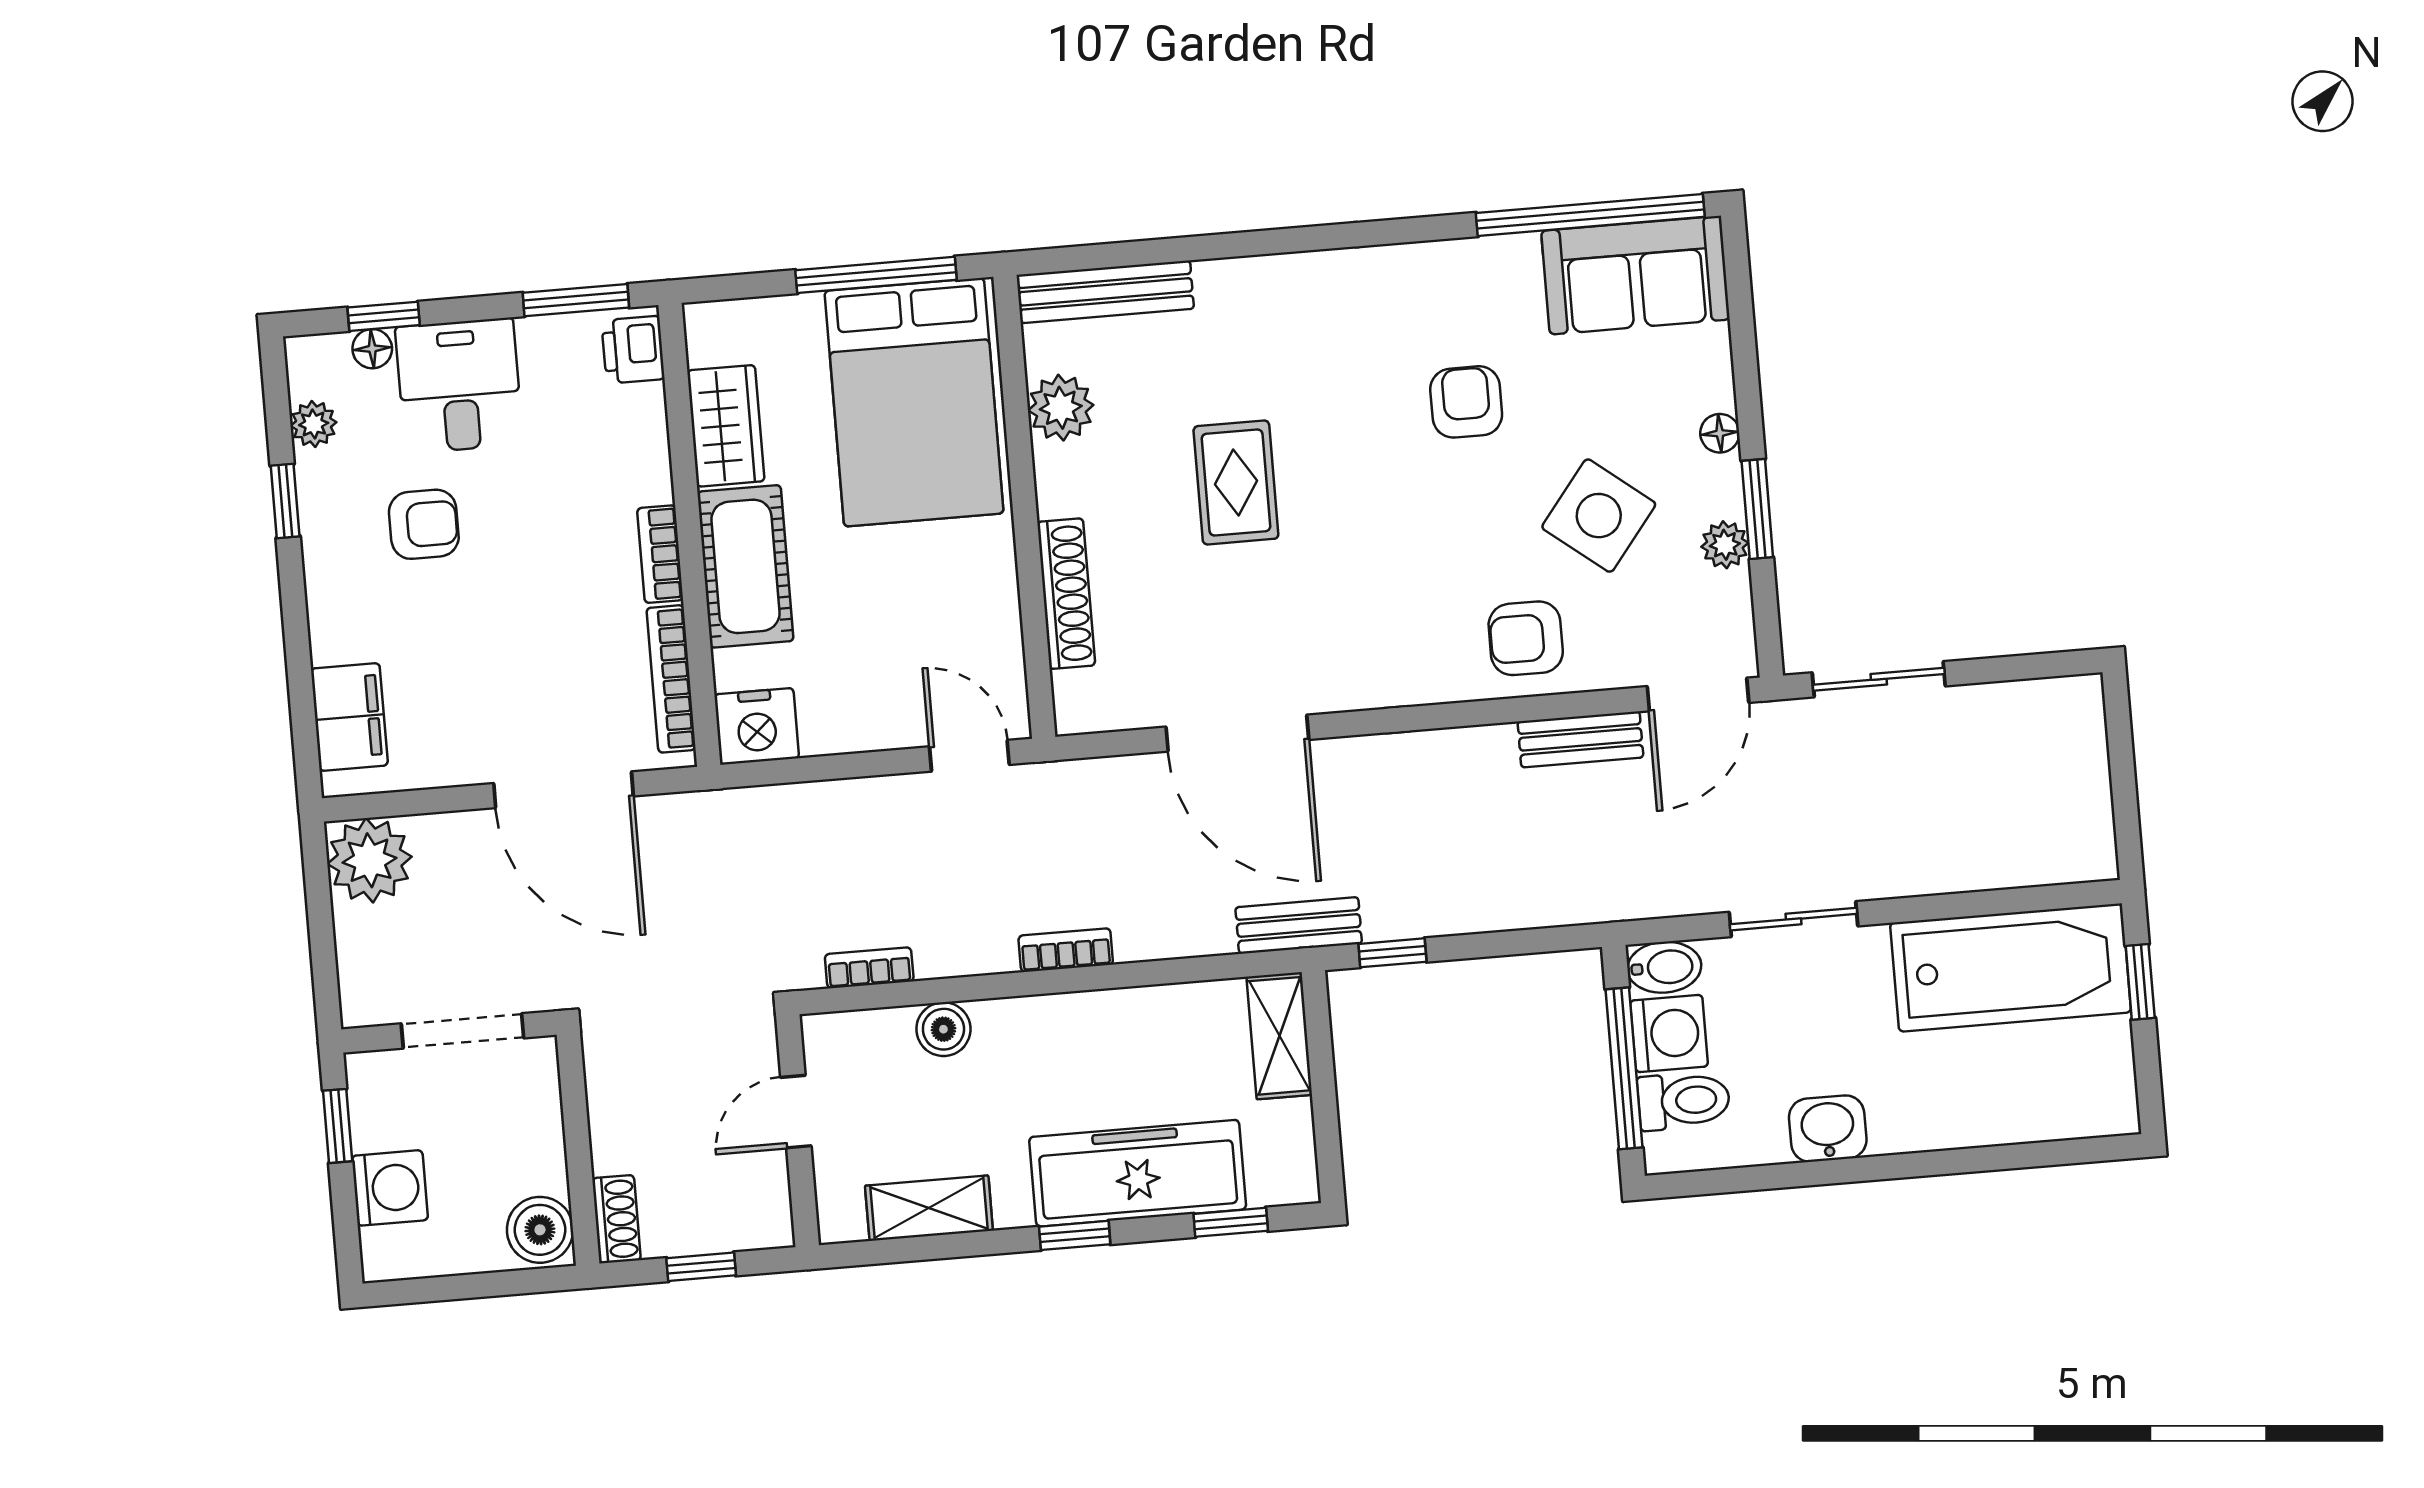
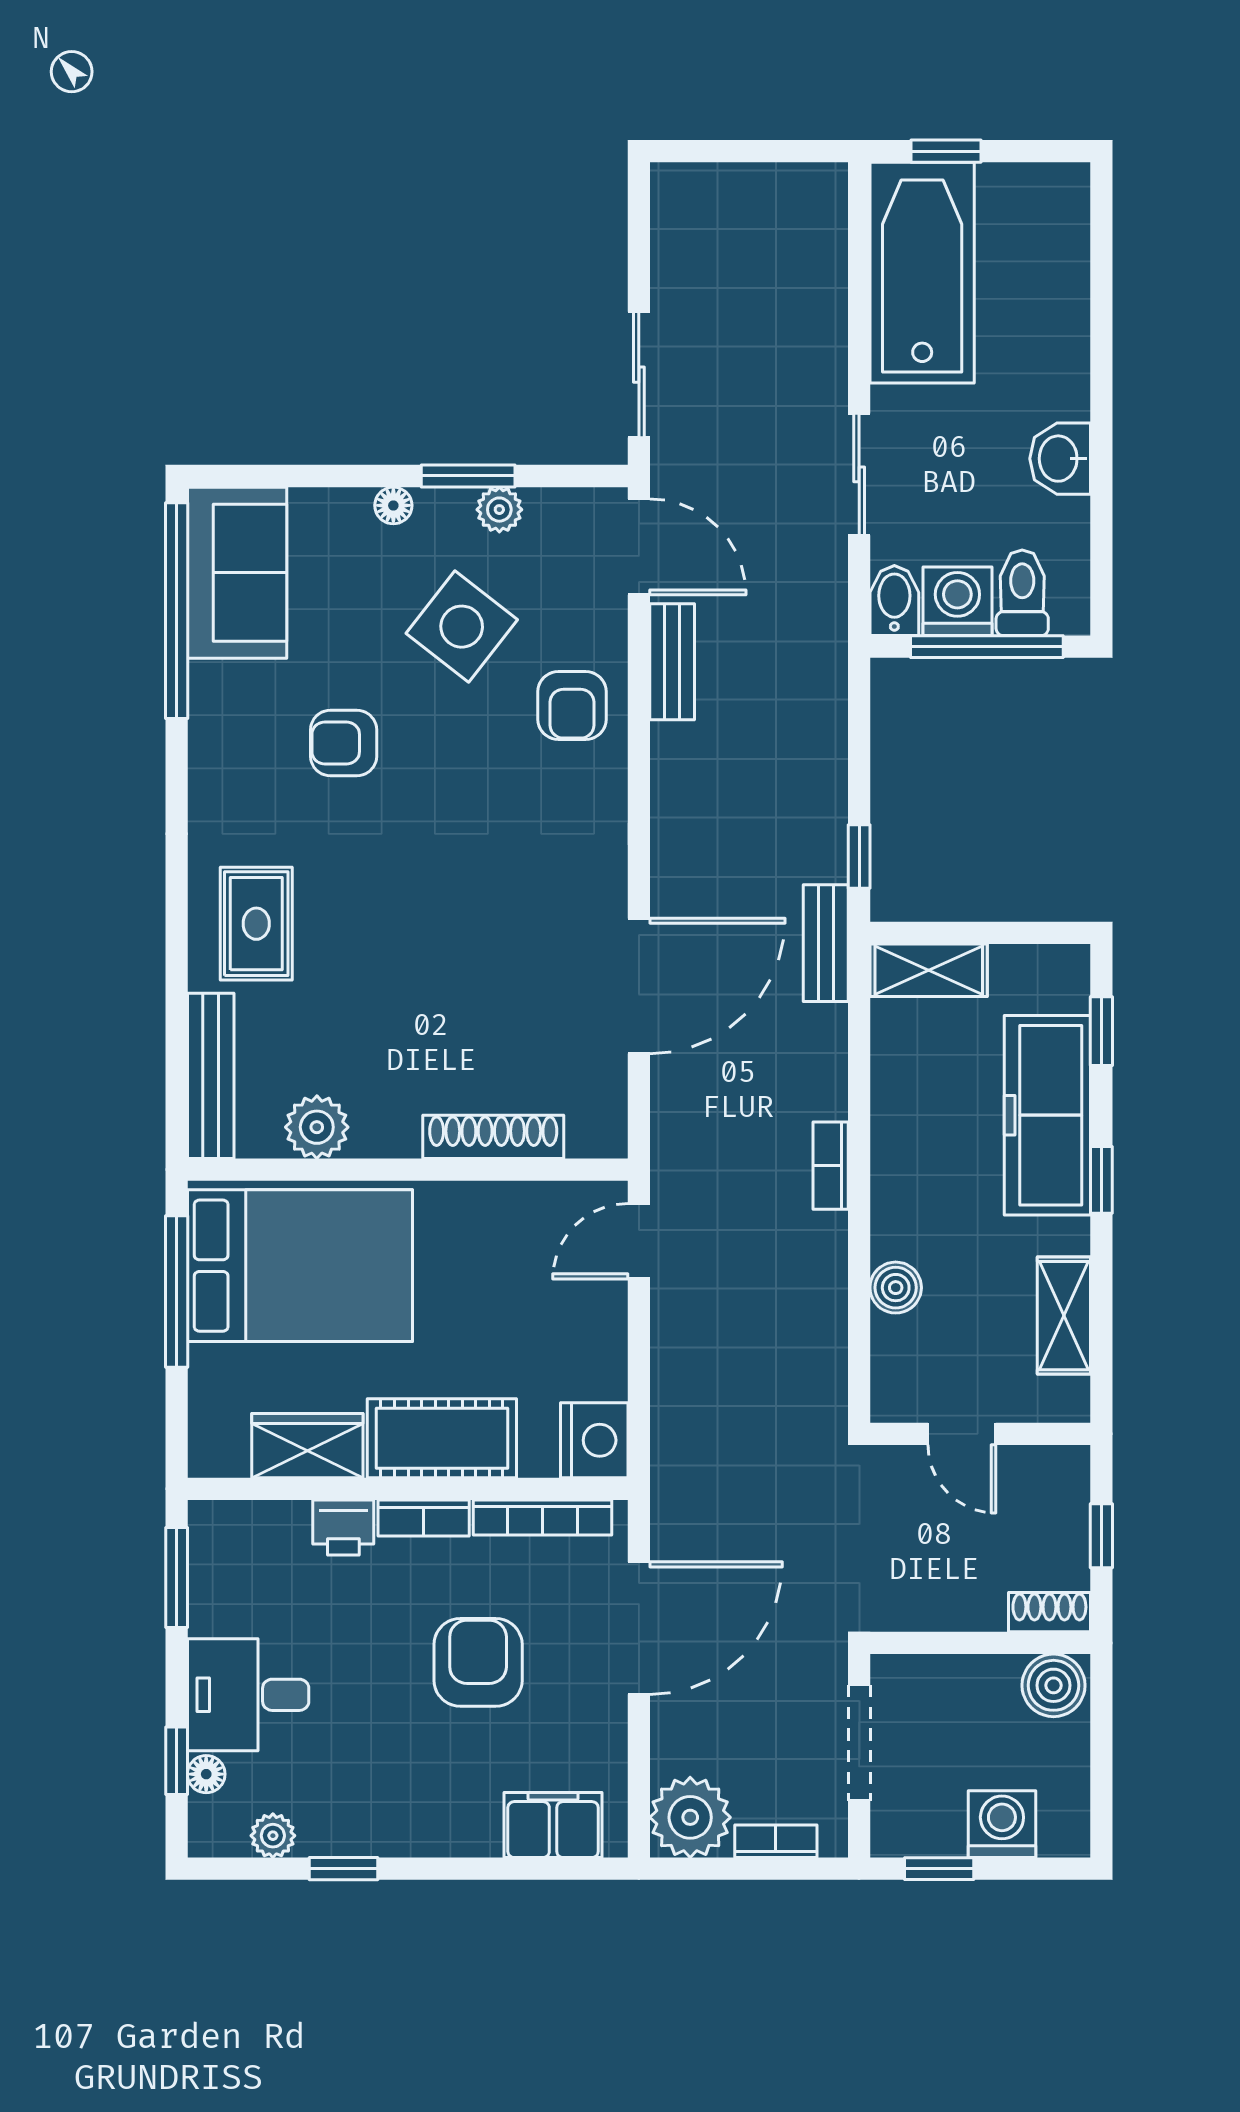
printer: (633, 350) -> (343, 1527), moved
rug: (1236, 482) -> (256, 924), moved, turned 90
armchair: (424, 524) -> (478, 1662), moved, width x1.38, depth x1.38
bookcase: (869, 968) -> (776, 1841), moved, turned 90

